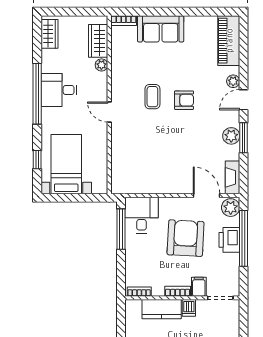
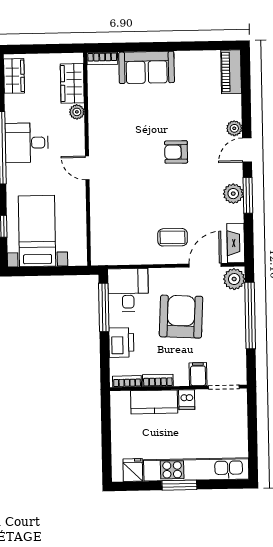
piano: (229, 41) -> (231, 72), width x0.73, depth x0.75
coffee table: (152, 97) -> (173, 237), moved, turned 90
armchair: (184, 100) -> (176, 152), turned 180
door: (207, 196) -> (205, 265), hinge flipped
printer: (229, 240) -> (121, 343), moved, turned 180
bookcase: (178, 291) -> (158, 380), moved

